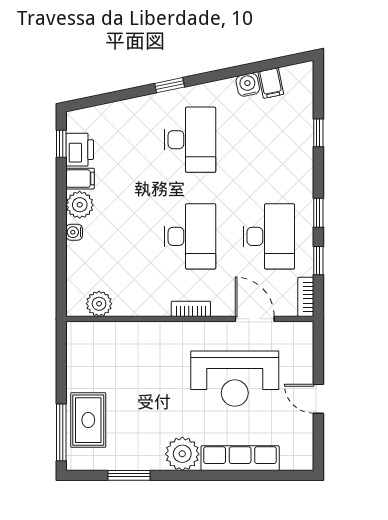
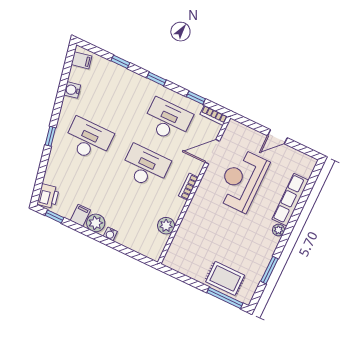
filing cabinet: (271, 83) -> (81, 60), moved
printer: (80, 150) -> (48, 196), moved, turned 78
window: (318, 213) -> (156, 79), moved
plant: (99, 304) -> (166, 226), moved
reception desk: (235, 379) -> (242, 180), turned 180
plant: (182, 454) -> (278, 230), width x0.53, depth x0.53

